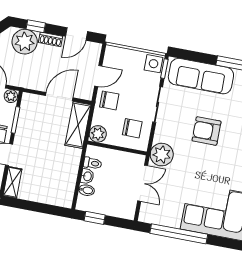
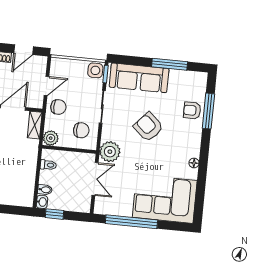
shelving: (78, 125) -> (35, 125), width x0.67, depth x0.75
armchair: (207, 131) -> (148, 127), turned 42
washbasin: (87, 176) -> (42, 202), moved

